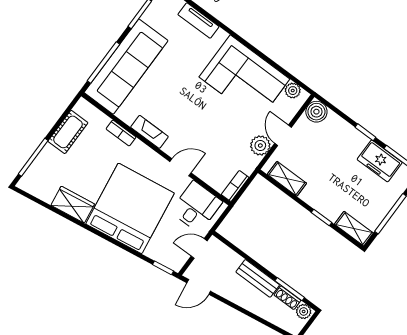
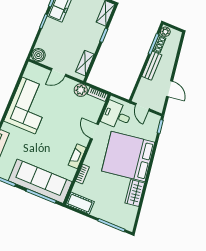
plant: (293, 91) -> (29, 73), removed
cot: (68, 132) -> (80, 203), moved
plant: (260, 146) -> (81, 90), moved
door: (199, 287) -> (170, 89), moved

